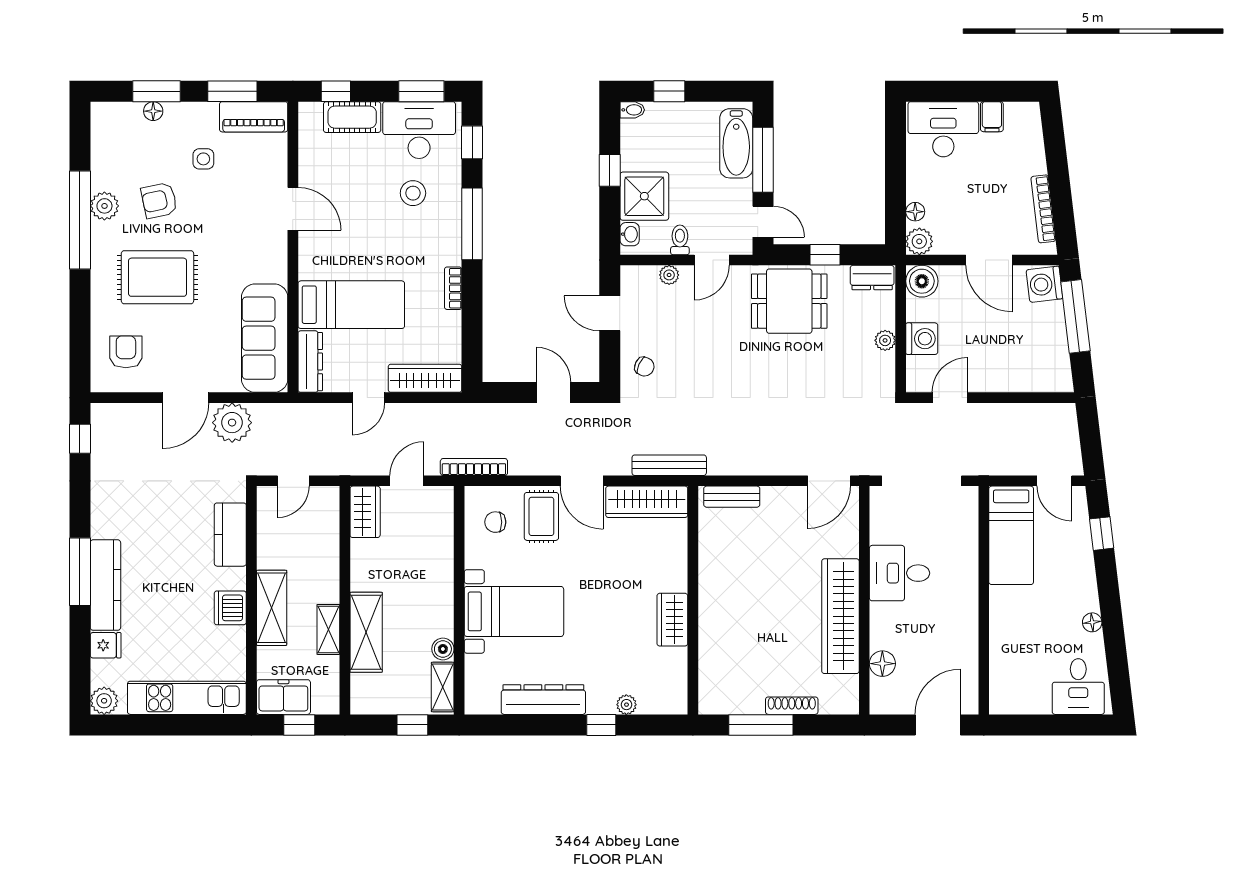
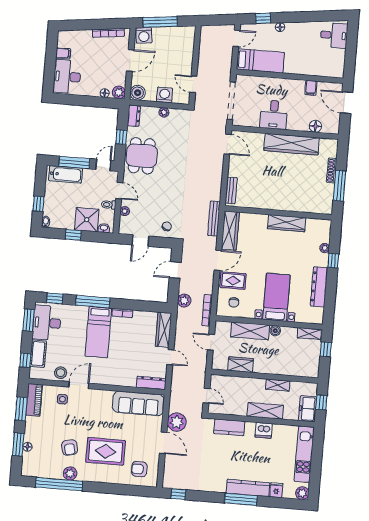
side table: (203, 159) -> (62, 399), moved
stool: (413, 193) -> (61, 373), moved
window: (80, 220) -> (59, 484), moved
rug: (157, 277) -> (106, 451), turned 90
bed: (351, 305) -> (98, 332), moved, turned 180
plant: (490, 417) -> (184, 301), added
wardrobe: (365, 512) -> (241, 365), moved
wardrobe: (672, 620) -> (287, 223), width x1.50
floor lamp: (1092, 622) -> (280, 27), moved
shelving: (366, 632) -> (250, 331), moved
filing cabinet: (963, 647) -> (311, 88), added
boiler: (443, 649) -> (275, 331), moved

